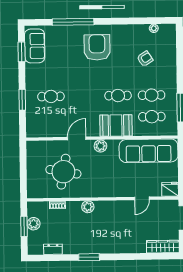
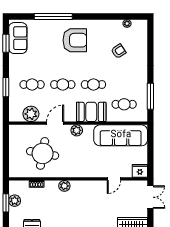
armchair: (97, 47) -> (75, 40), turned 90
cafe table: (152, 95) -> (63, 84), moved
plant: (50, 129) -> (31, 114), added

